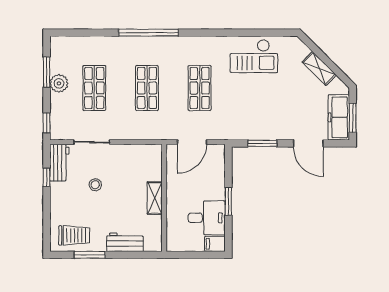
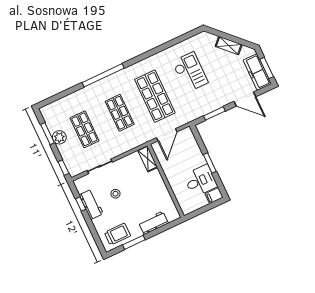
checkout: (254, 56) -> (190, 72), moved, turned -90
shop shelf: (200, 88) -> (155, 96), width x1.43, depth x1.36
workbench: (59, 163) -> (91, 204), moved
shelving: (155, 198) -> (148, 159), moved

